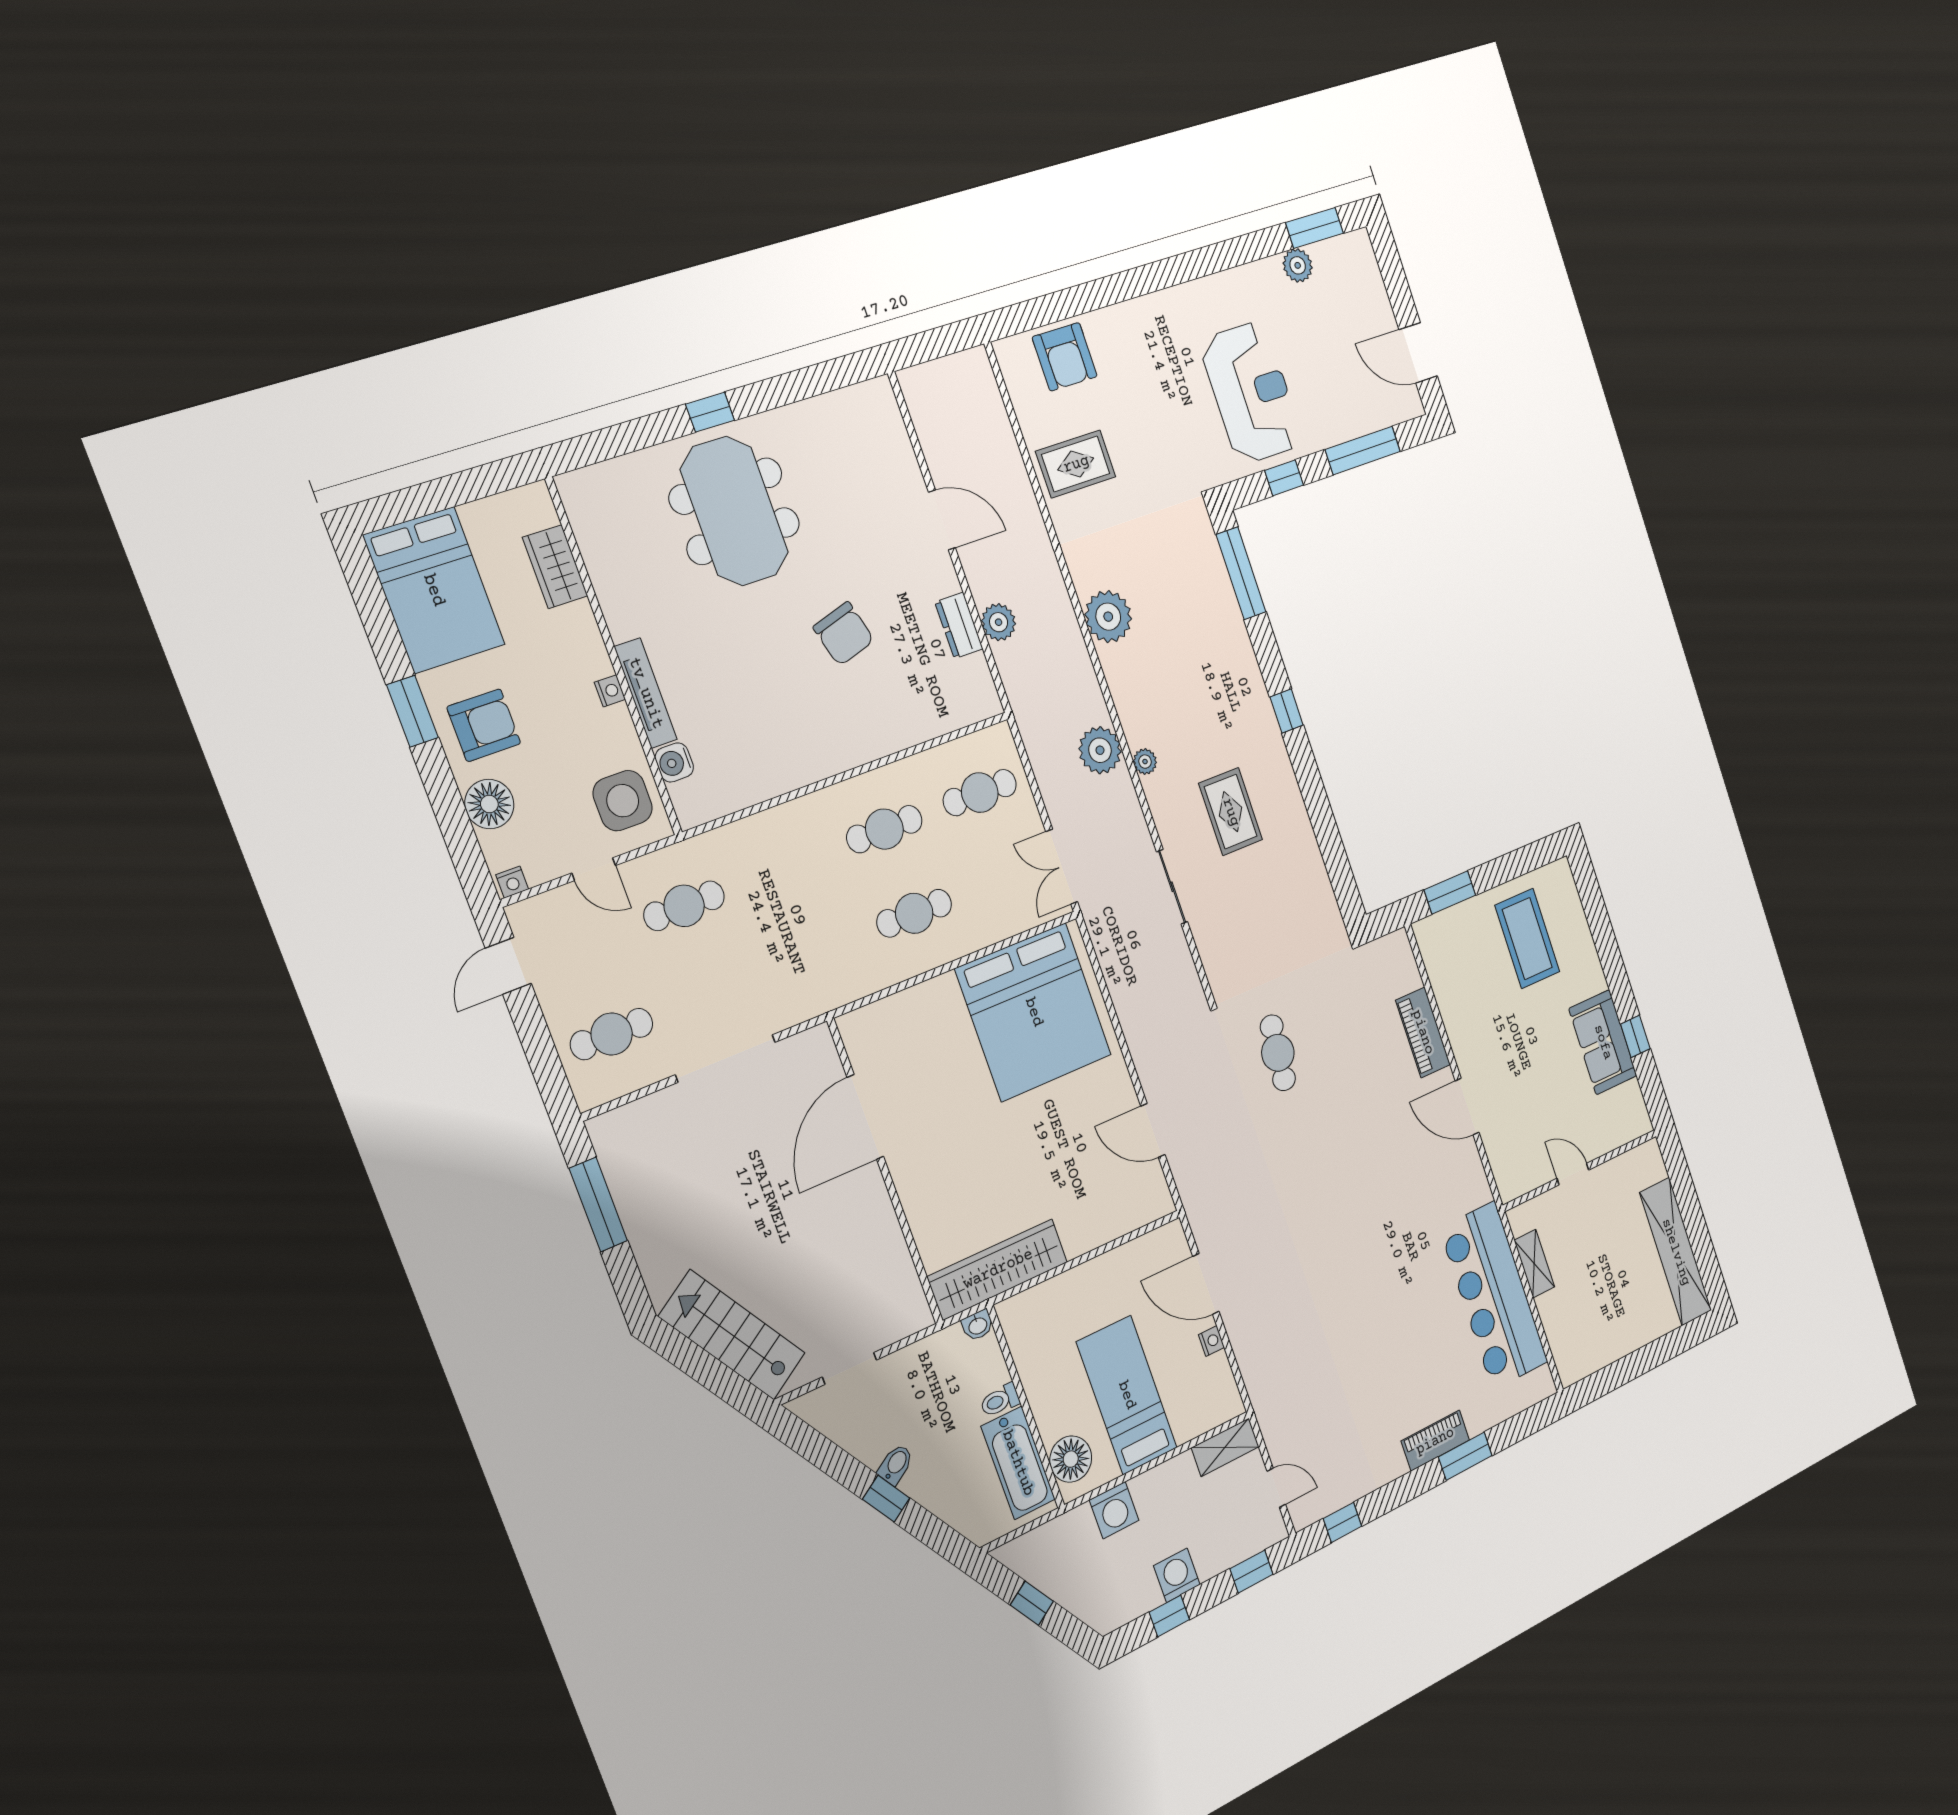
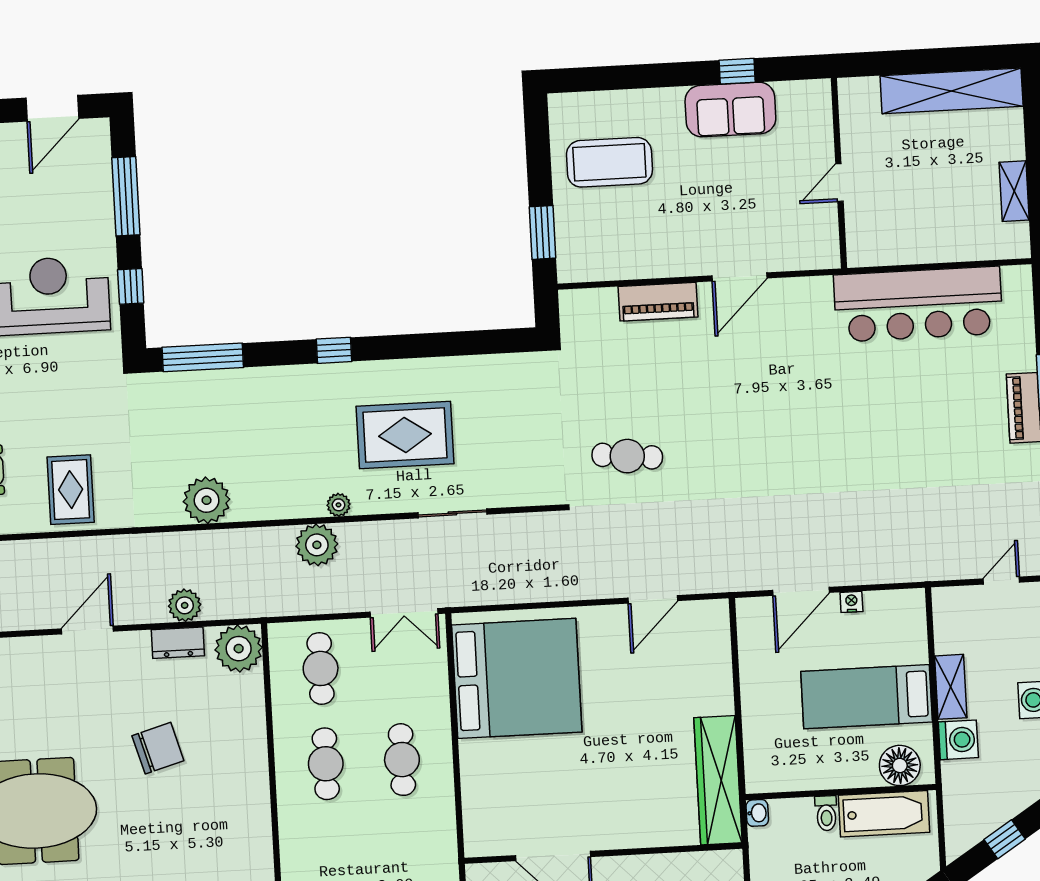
plant: (973, 695) -> (239, 649), added
rug: (1231, 812) -> (405, 435), width x1.36, depth x1.43
shelving: (1534, 1264) -> (1014, 191), moved, turned 90
shelving: (1225, 1447) -> (951, 687), moved

